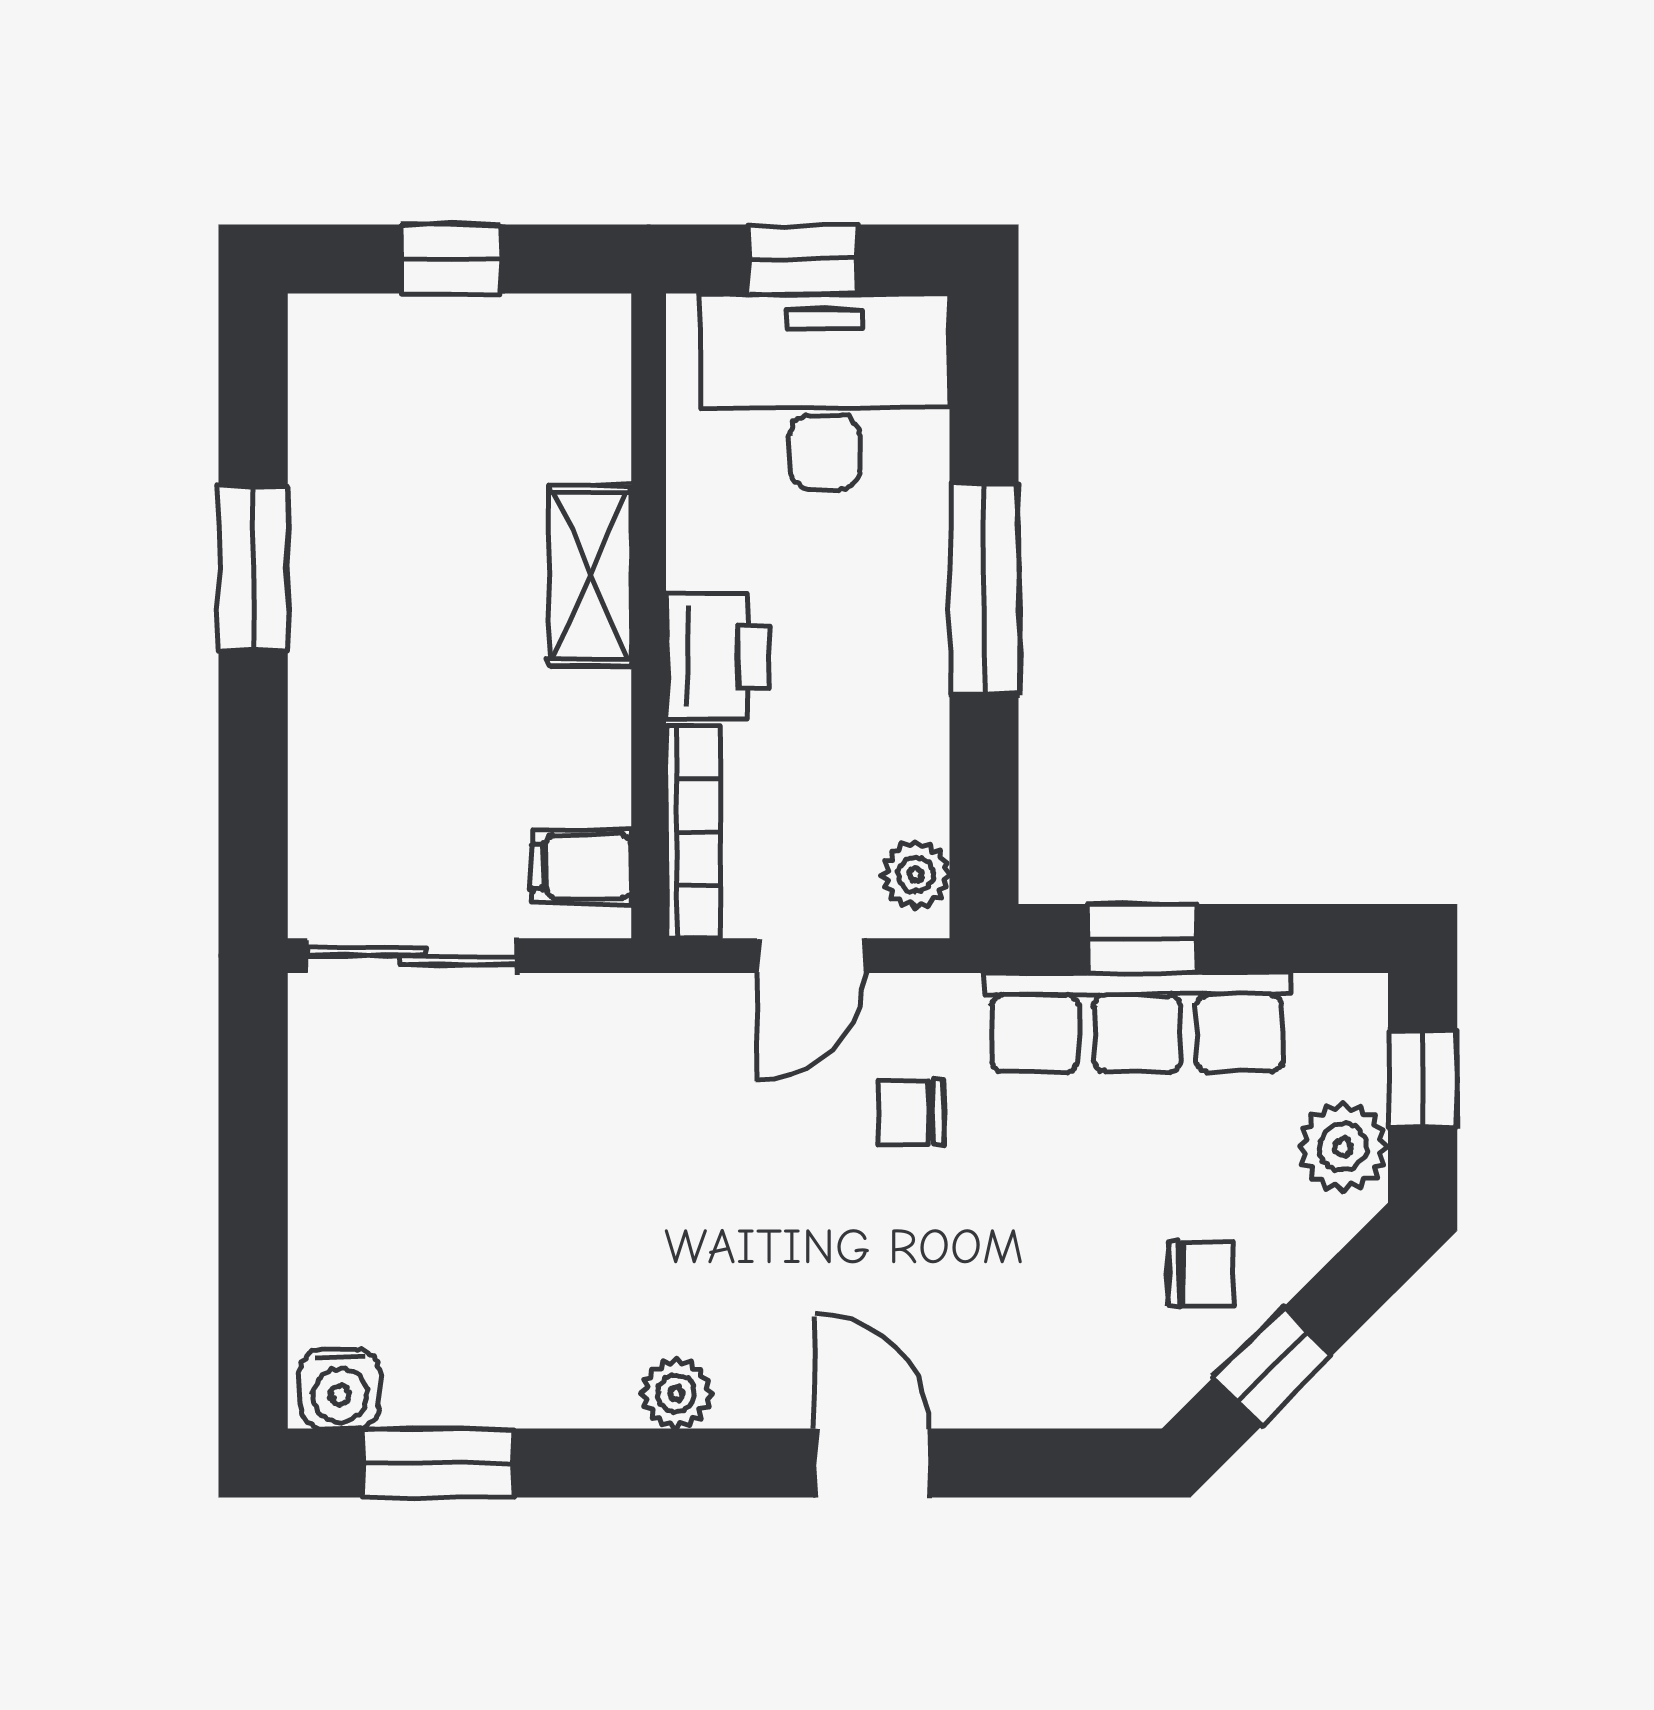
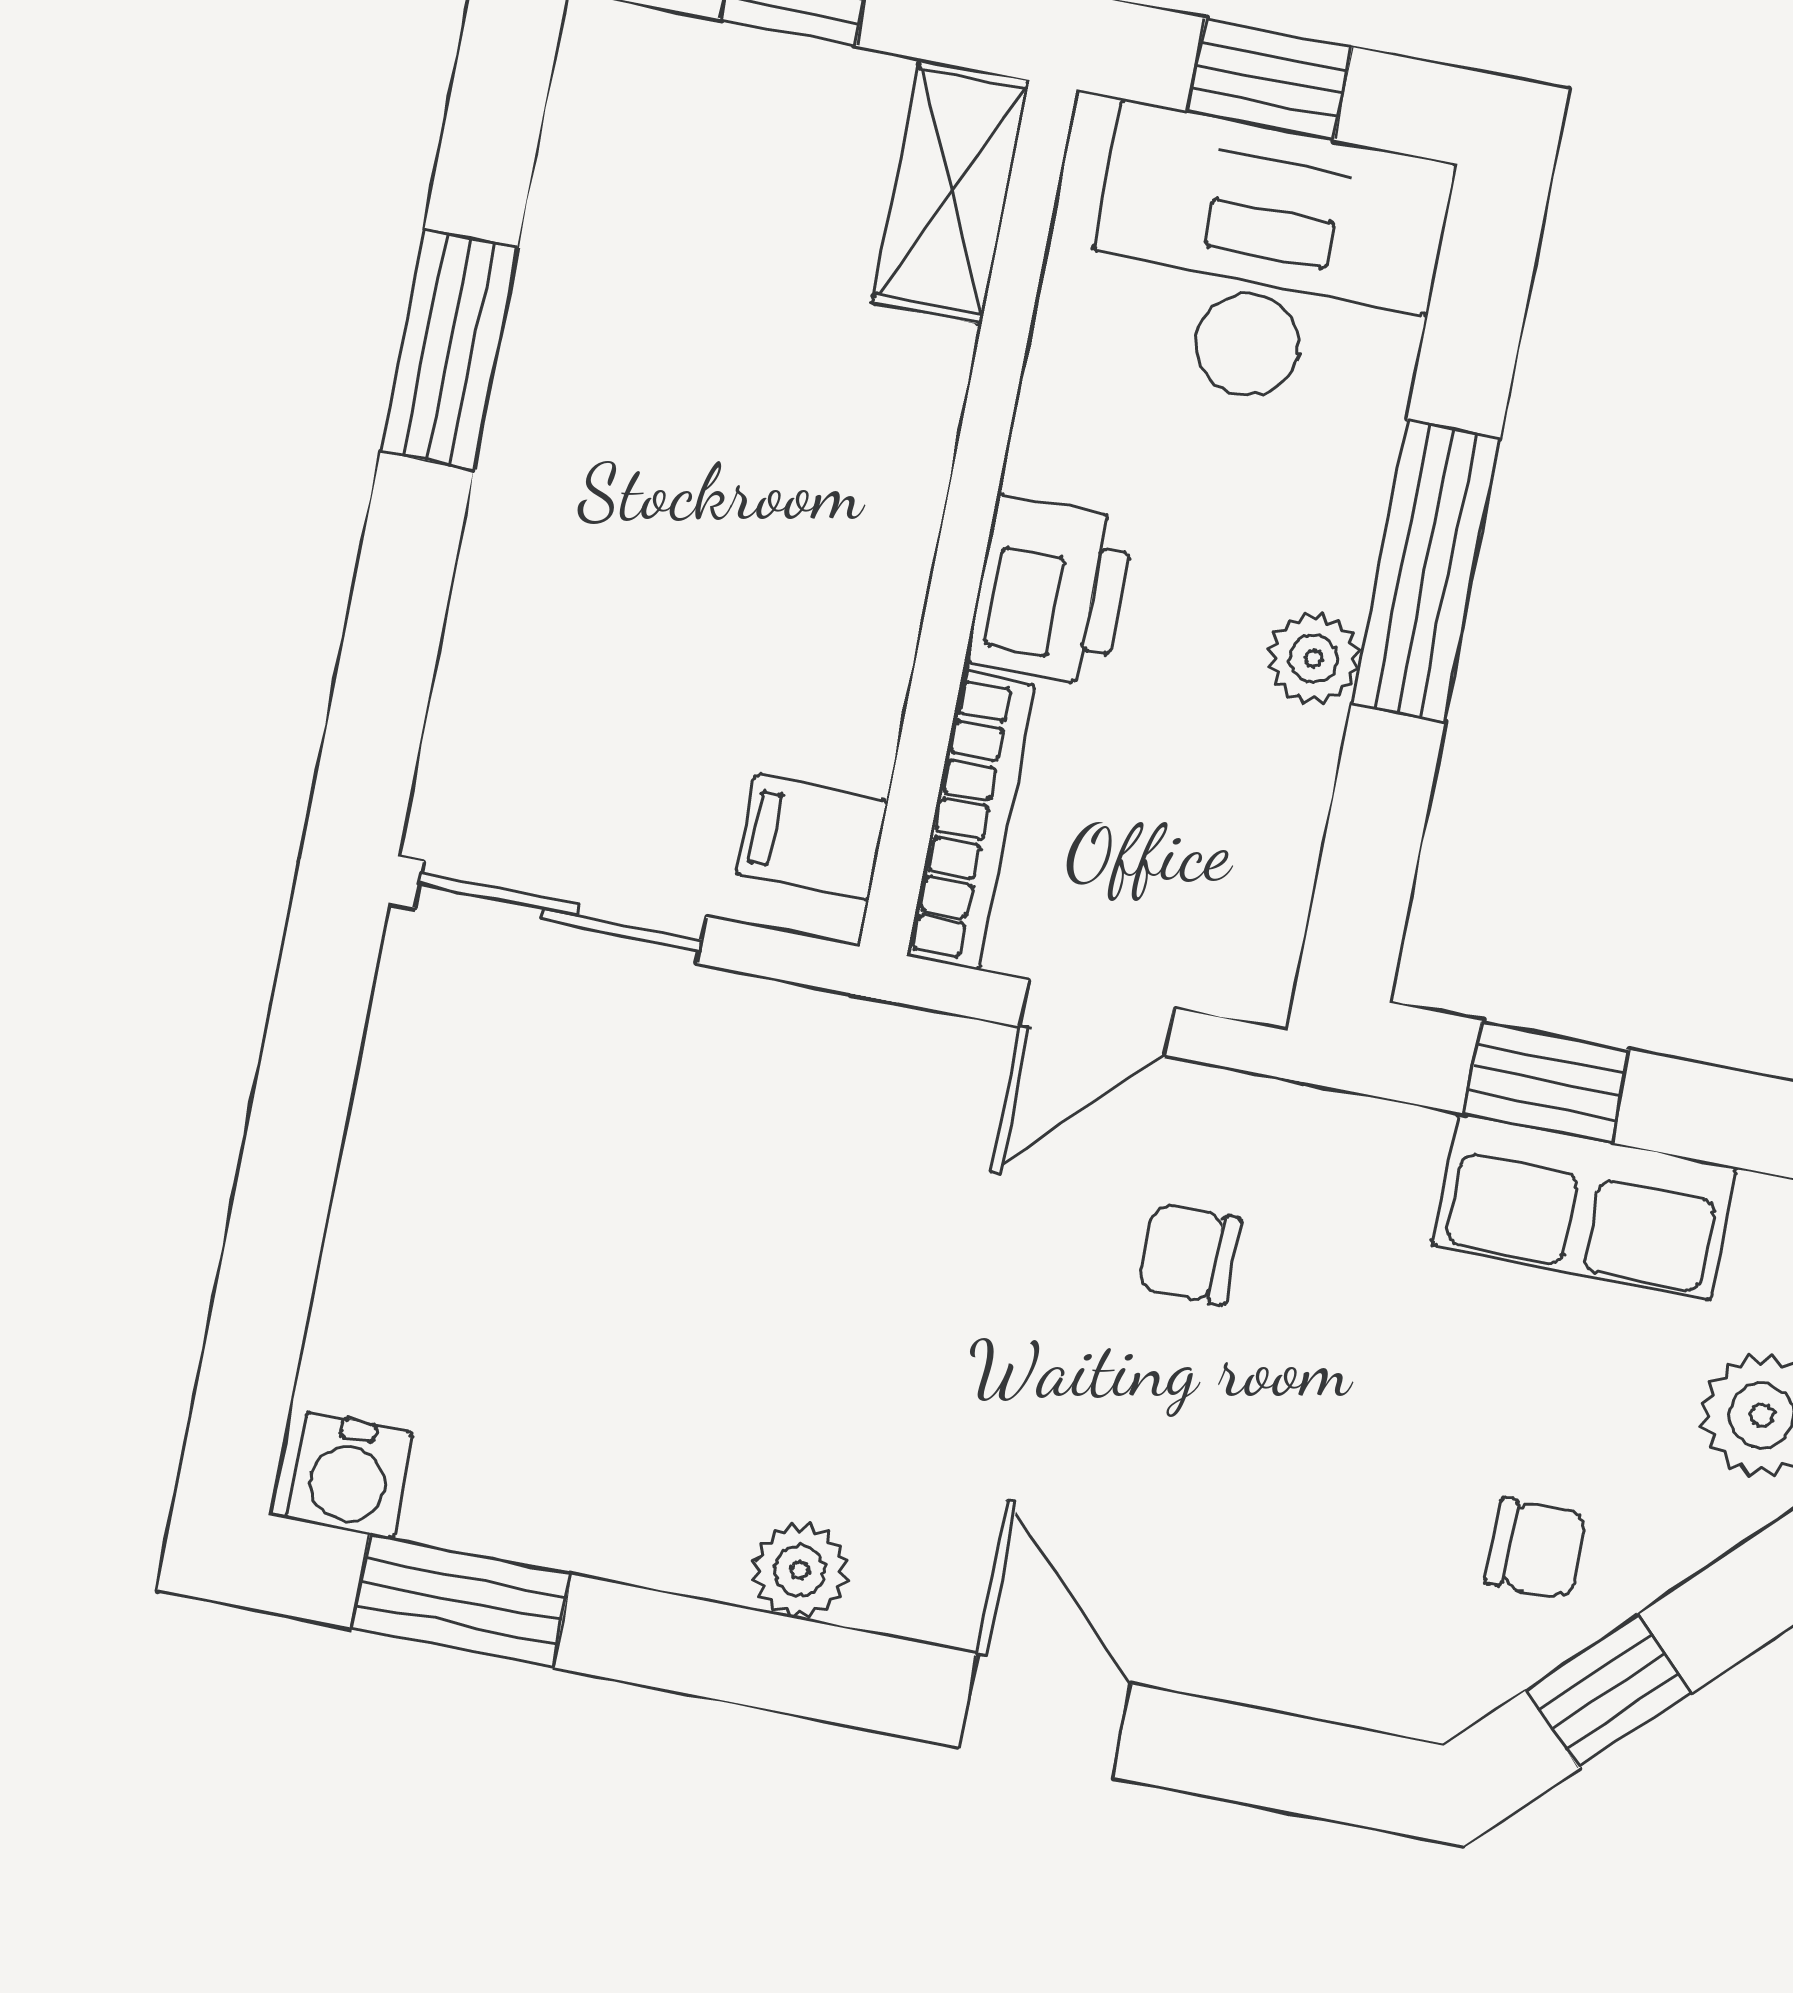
shelving: (591, 576) -> (951, 191), moved
plant: (916, 875) -> (1314, 658), moved
row of seats: (1137, 1022) -> (1584, 1206), width x0.68

